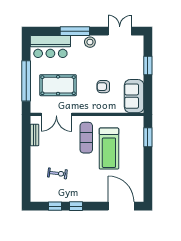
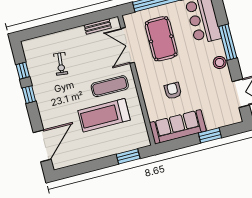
sofa: (134, 96) -> (178, 127), width x1.36

